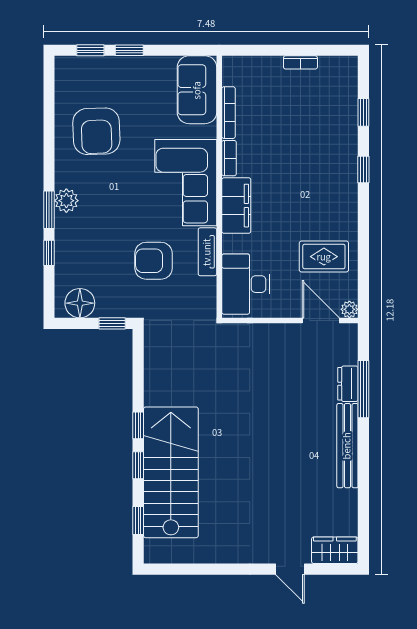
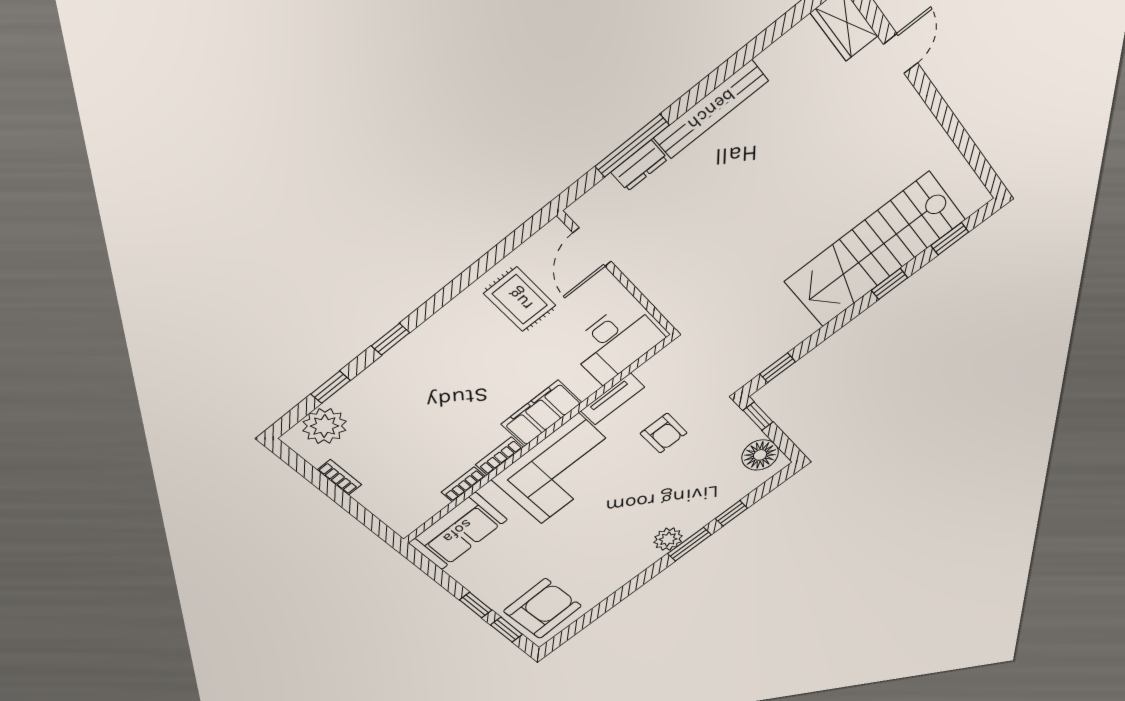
bookcase: (229, 113) -> (463, 484), width x0.64
armchair: (96, 131) -> (543, 609), moved
armchair: (154, 261) -> (664, 433), width x0.72, depth x0.72
plant: (349, 309) -> (324, 426), moved, width x1.88, depth x1.88
window: (138, 425) -> (778, 368), moved

